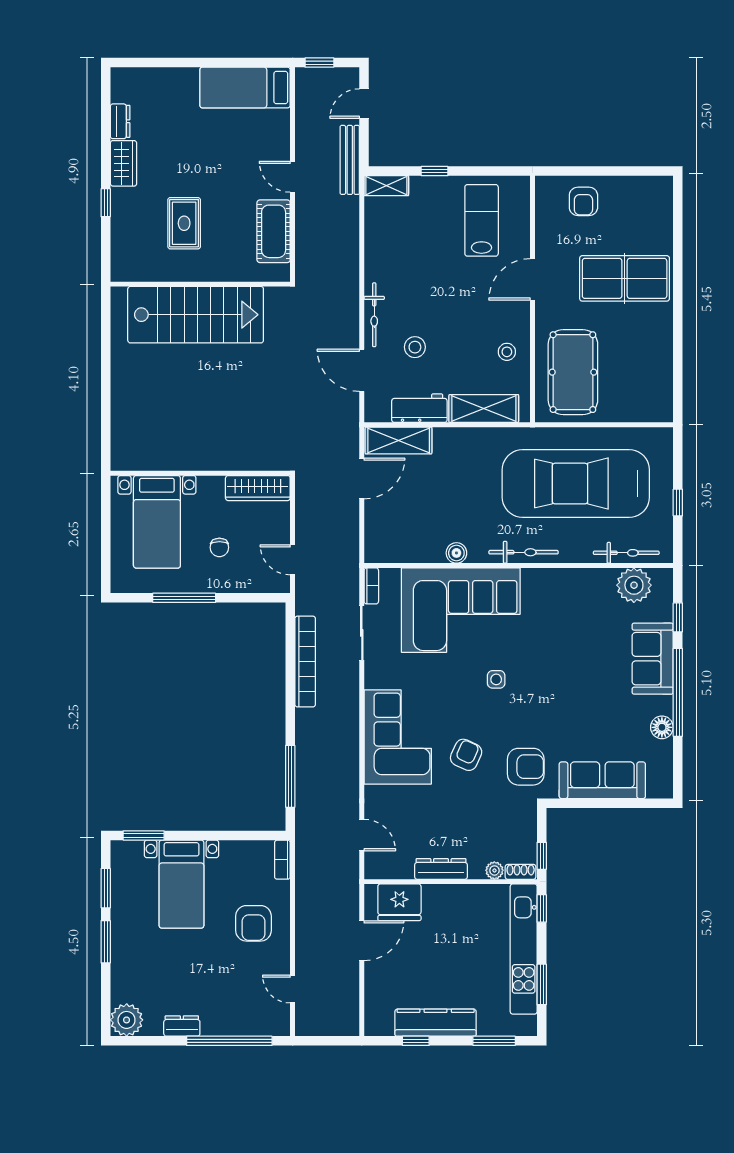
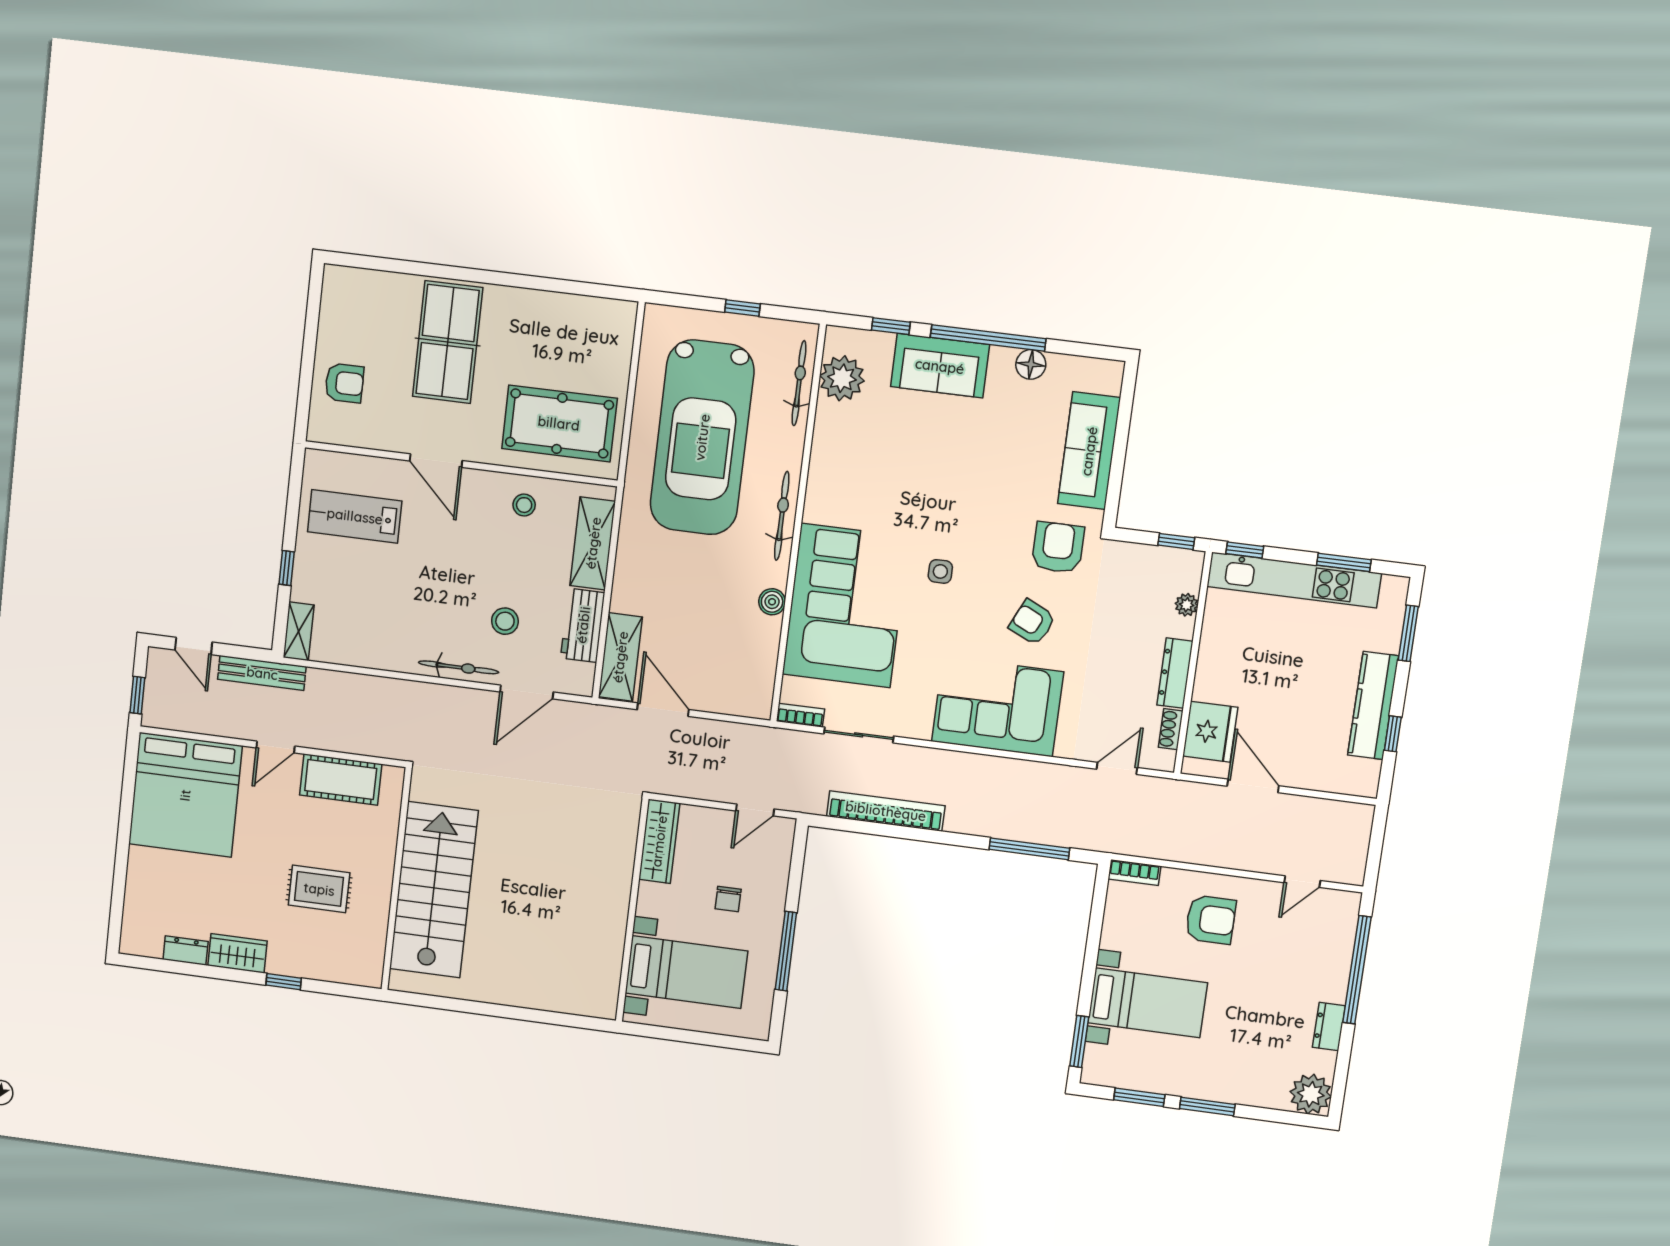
bed: (245, 88) -> (185, 795), width x2.04
chair: (219, 547) -> (728, 899), turned 90
shoe rack: (521, 872) -> (1171, 729), moved

